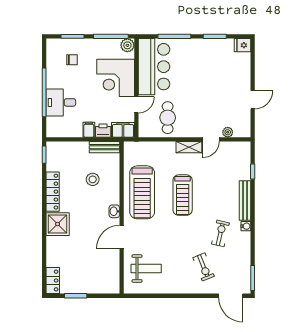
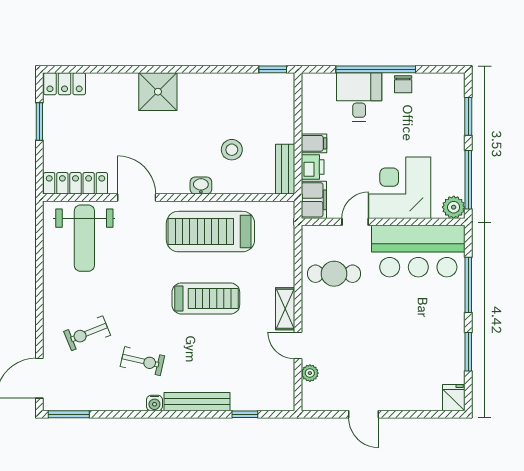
chair: (72, 60) -> (403, 84), moved
door: (136, 105) -> (355, 222), swing flipped
locker: (53, 192) -> (76, 183), moved, turned 180
treadmill: (183, 195) -> (206, 298), turned 180
washbasin: (114, 211) -> (201, 186), moved
weight bench: (146, 269) -> (84, 238), width x1.36, depth x1.33

